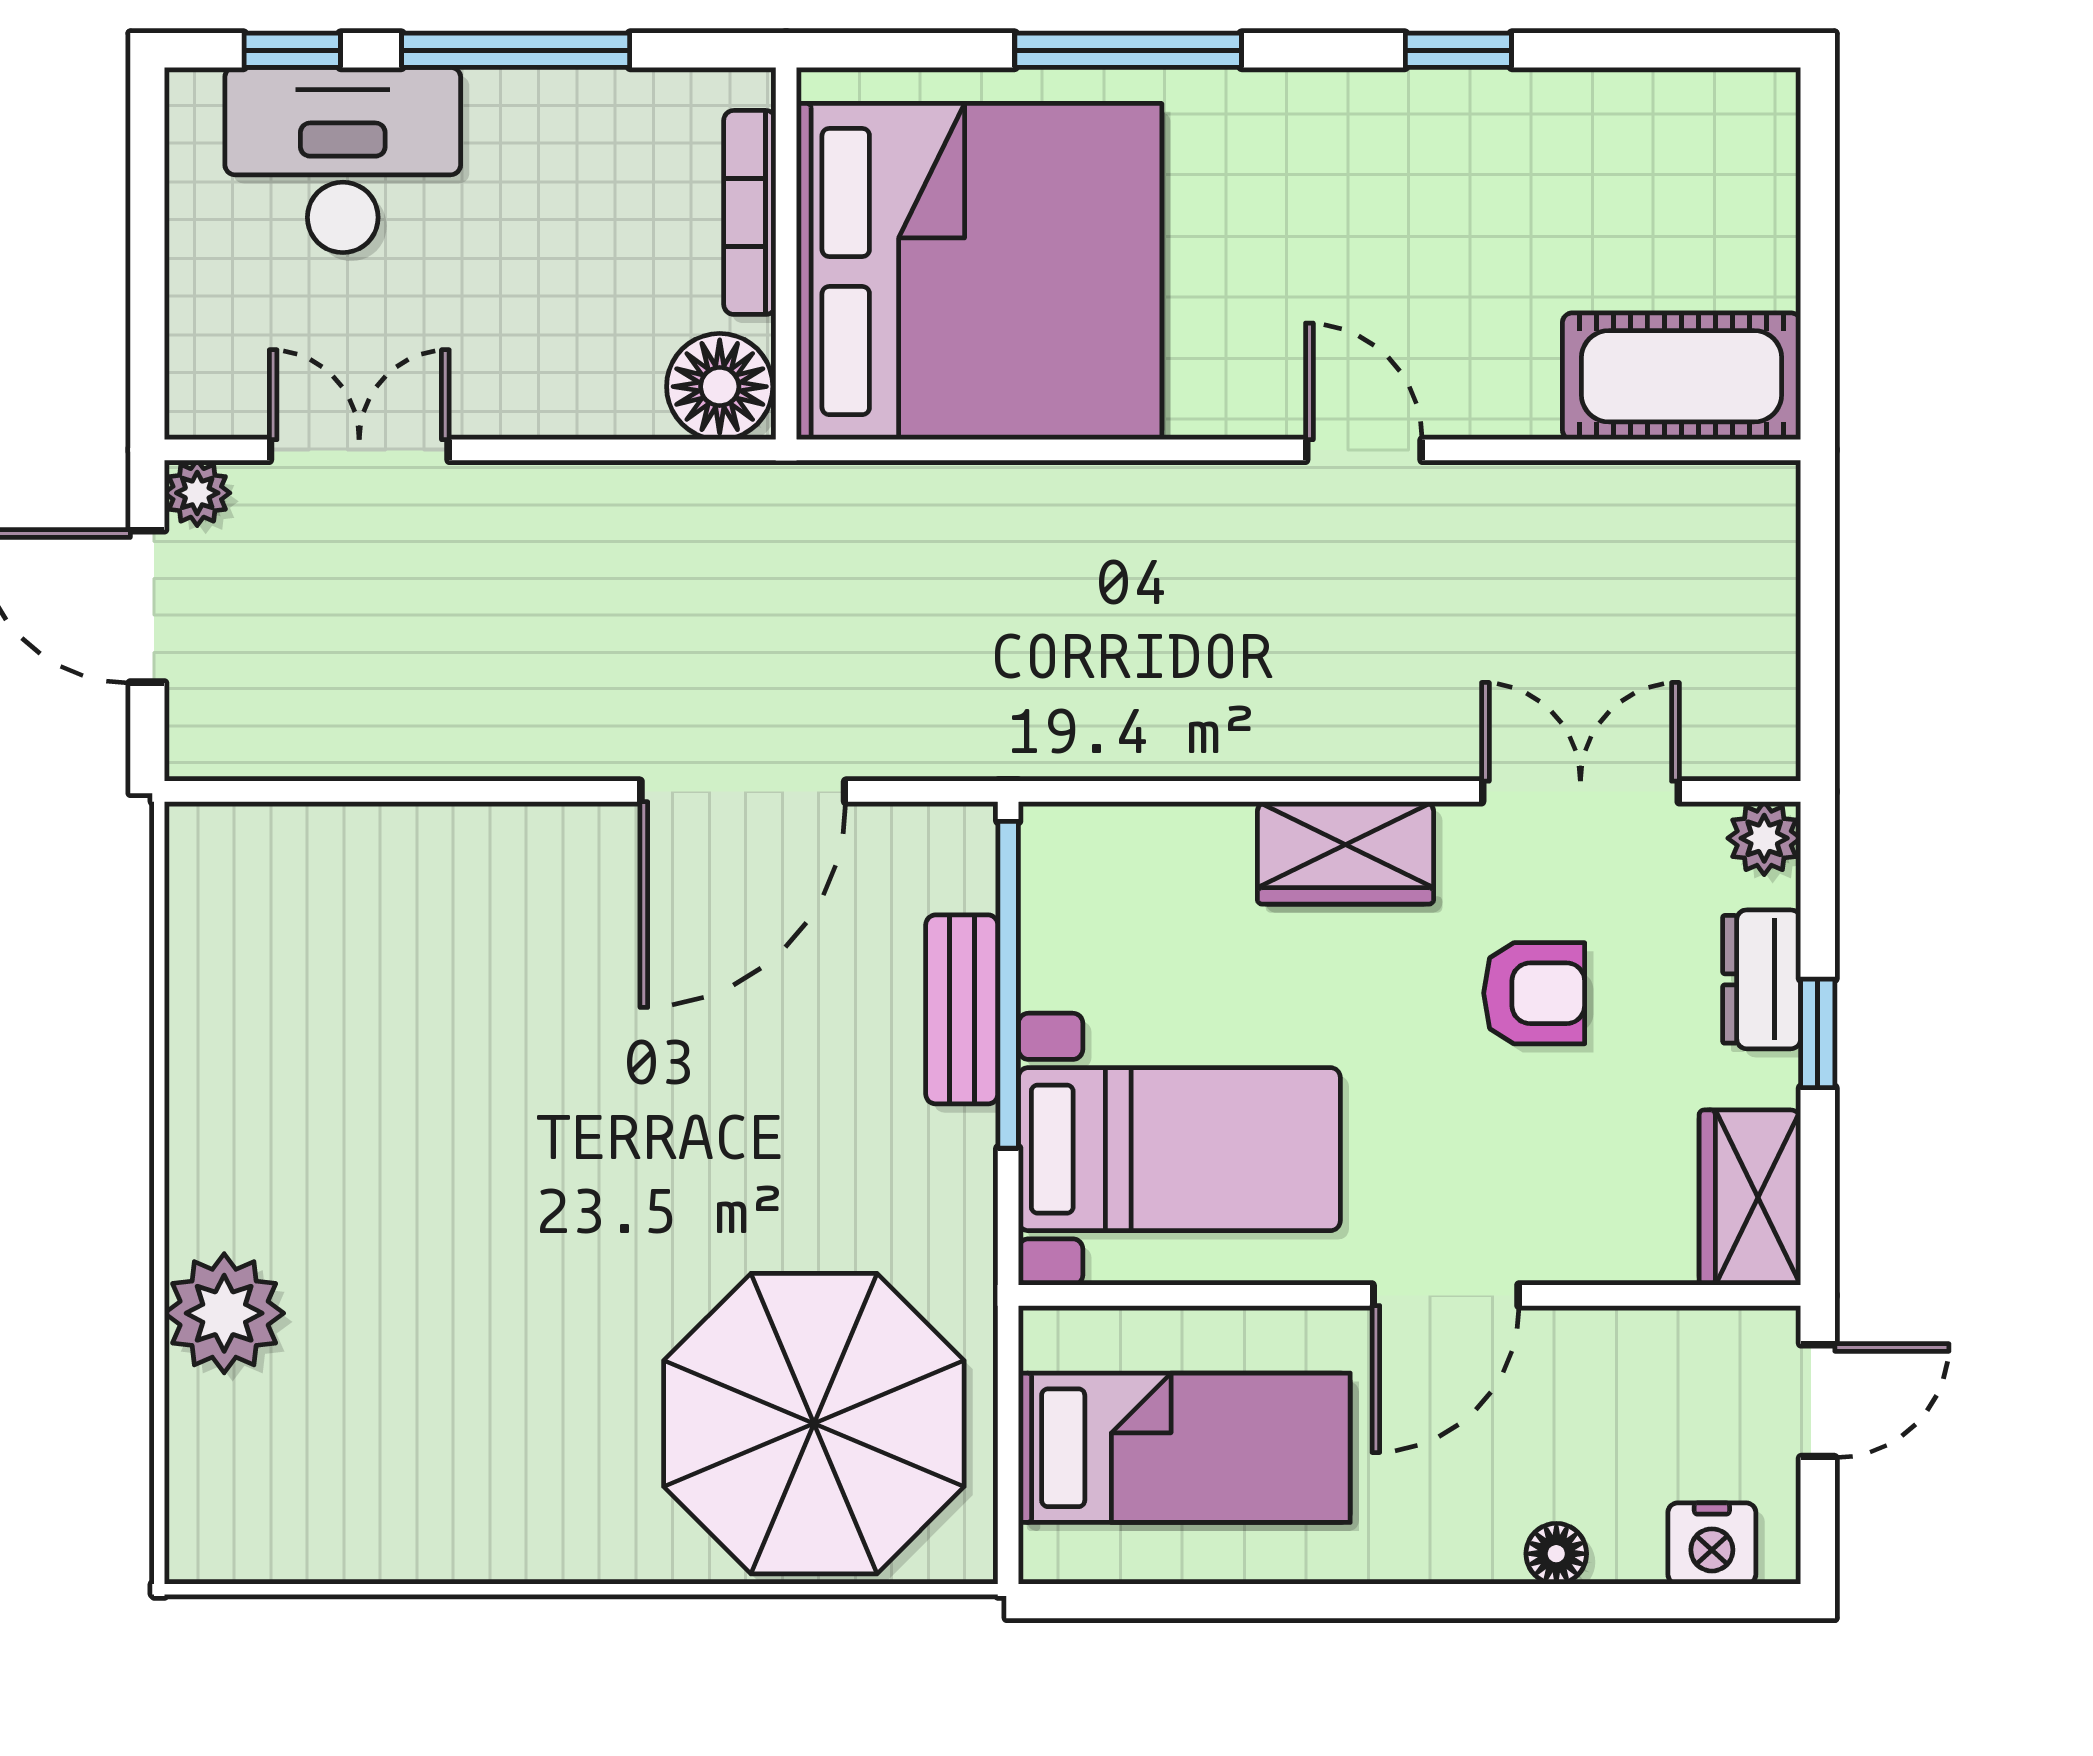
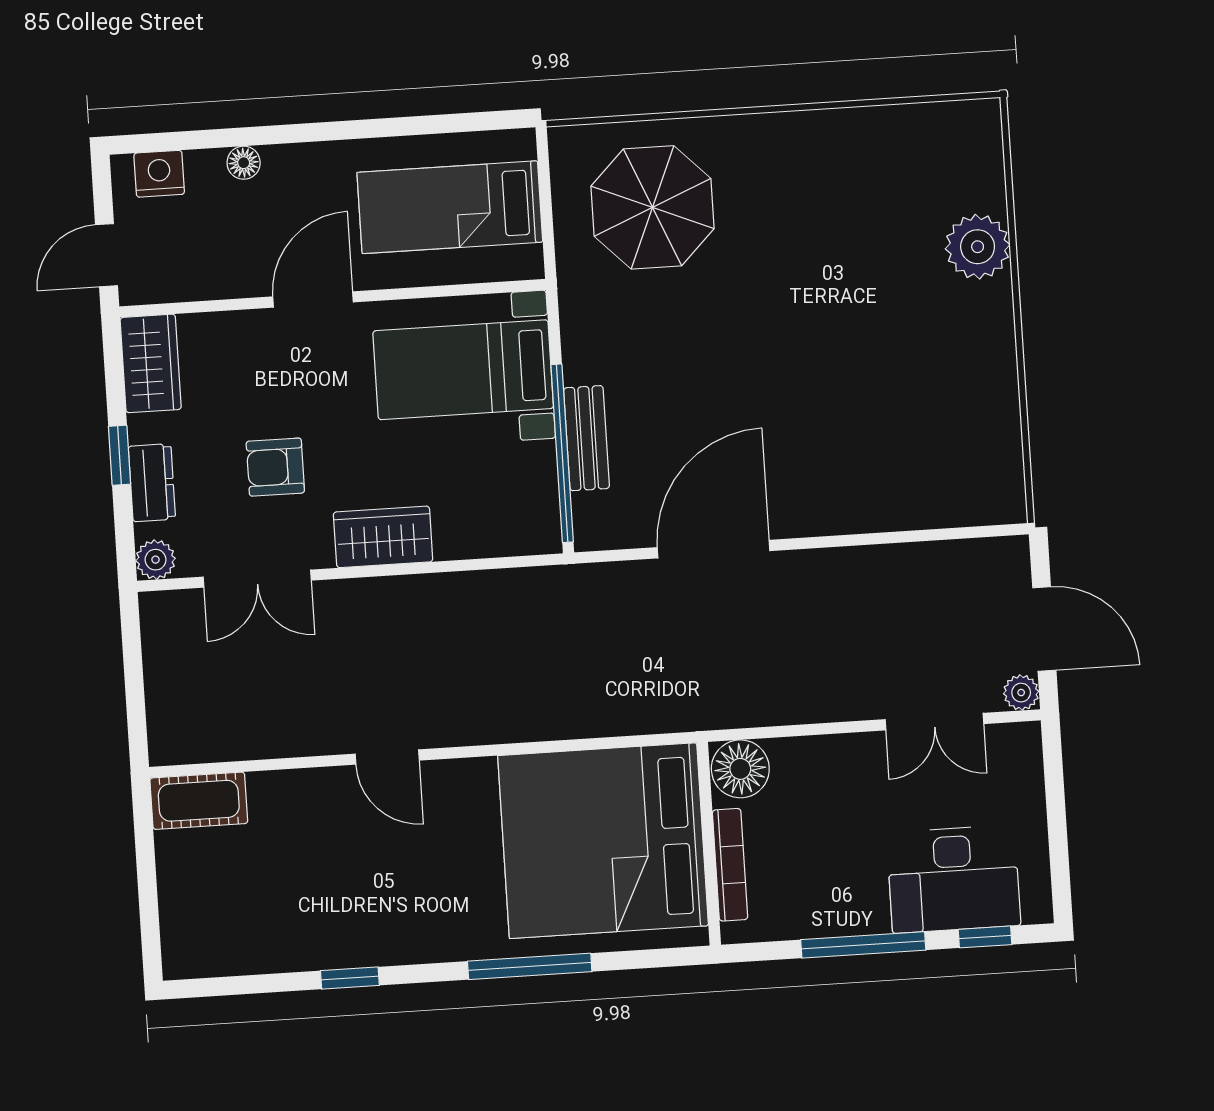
cot: (1682, 376) -> (199, 801), width x0.73, depth x0.75
parasol: (814, 1424) -> (652, 207), width x0.73, depth x0.73

